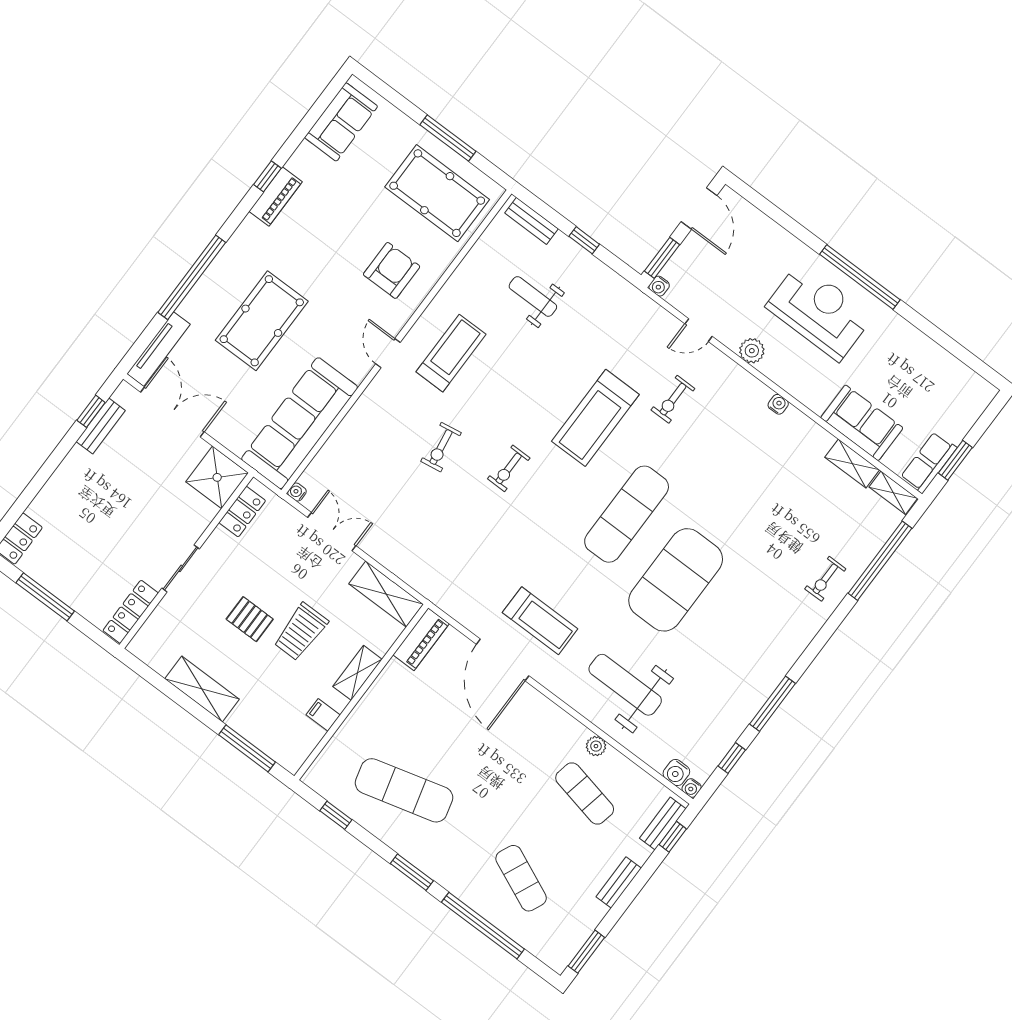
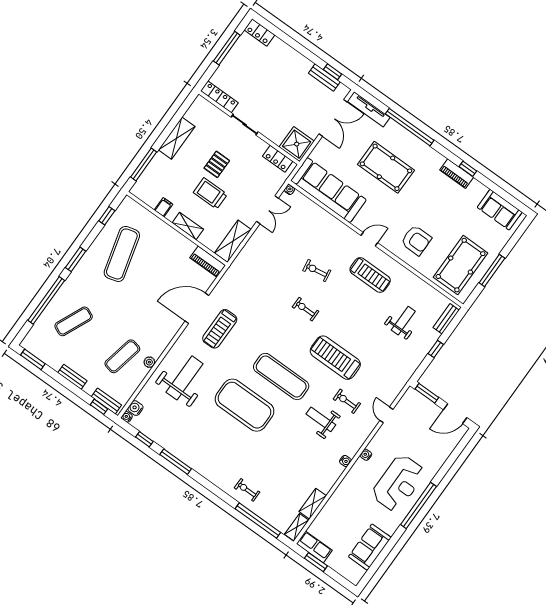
water cooler: (659, 286) -> (366, 455), moved
plant: (752, 351) -> (375, 445), removed
sofa: (862, 423) -> (370, 547), moved, turned 180
weight bench: (704, 446) -> (321, 419), added

